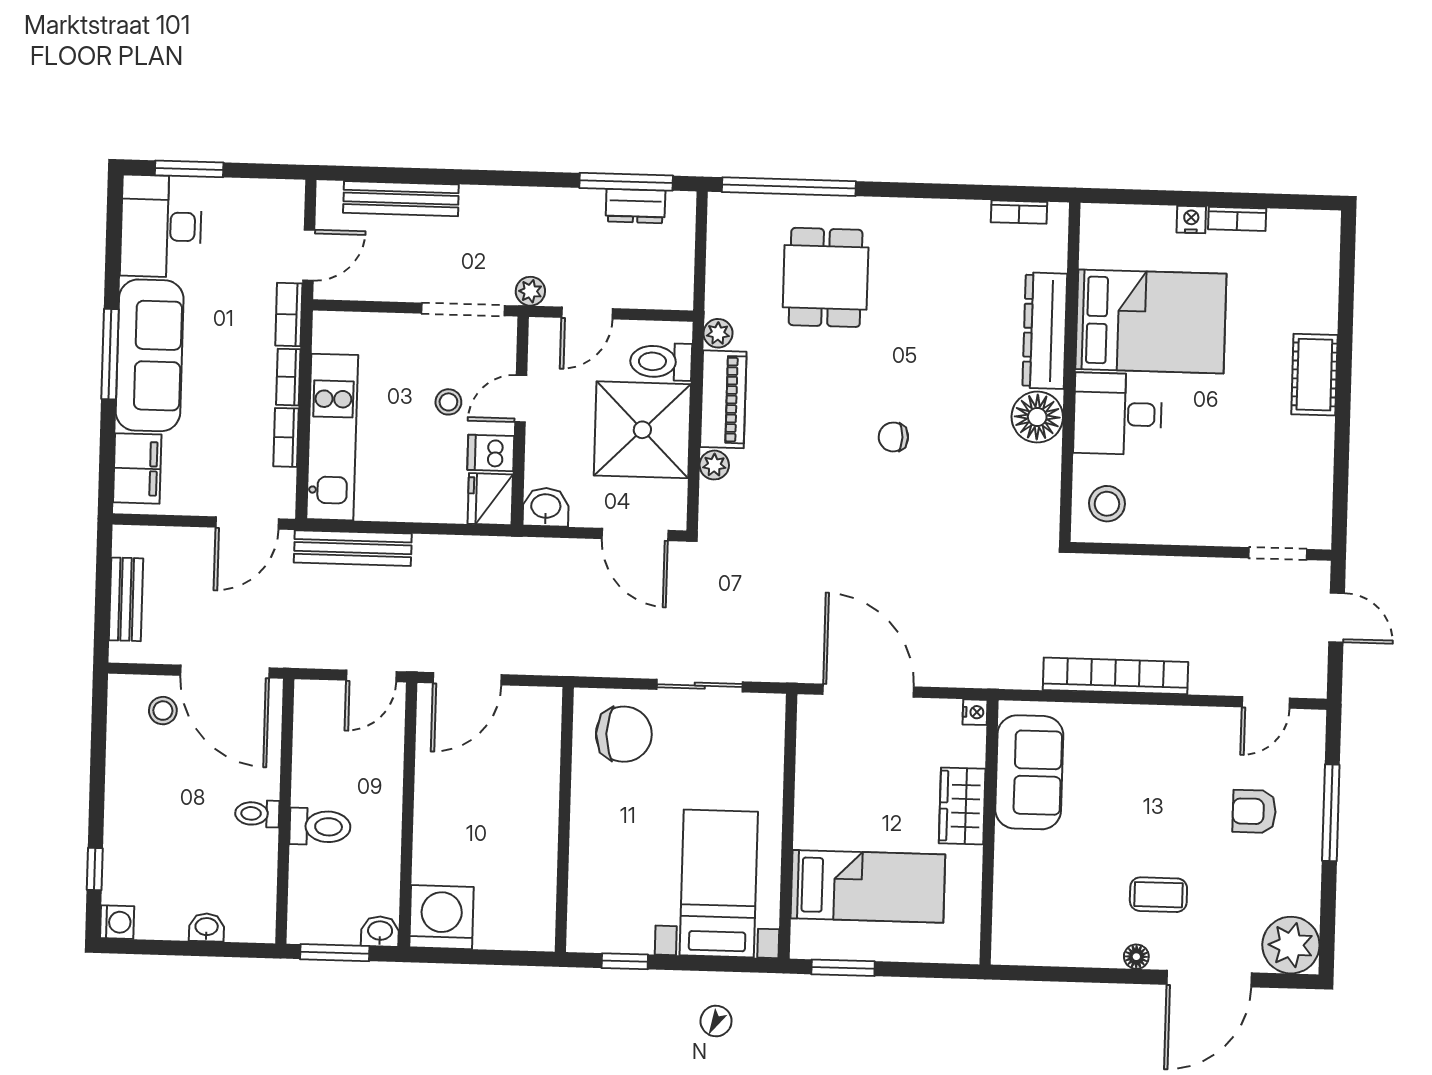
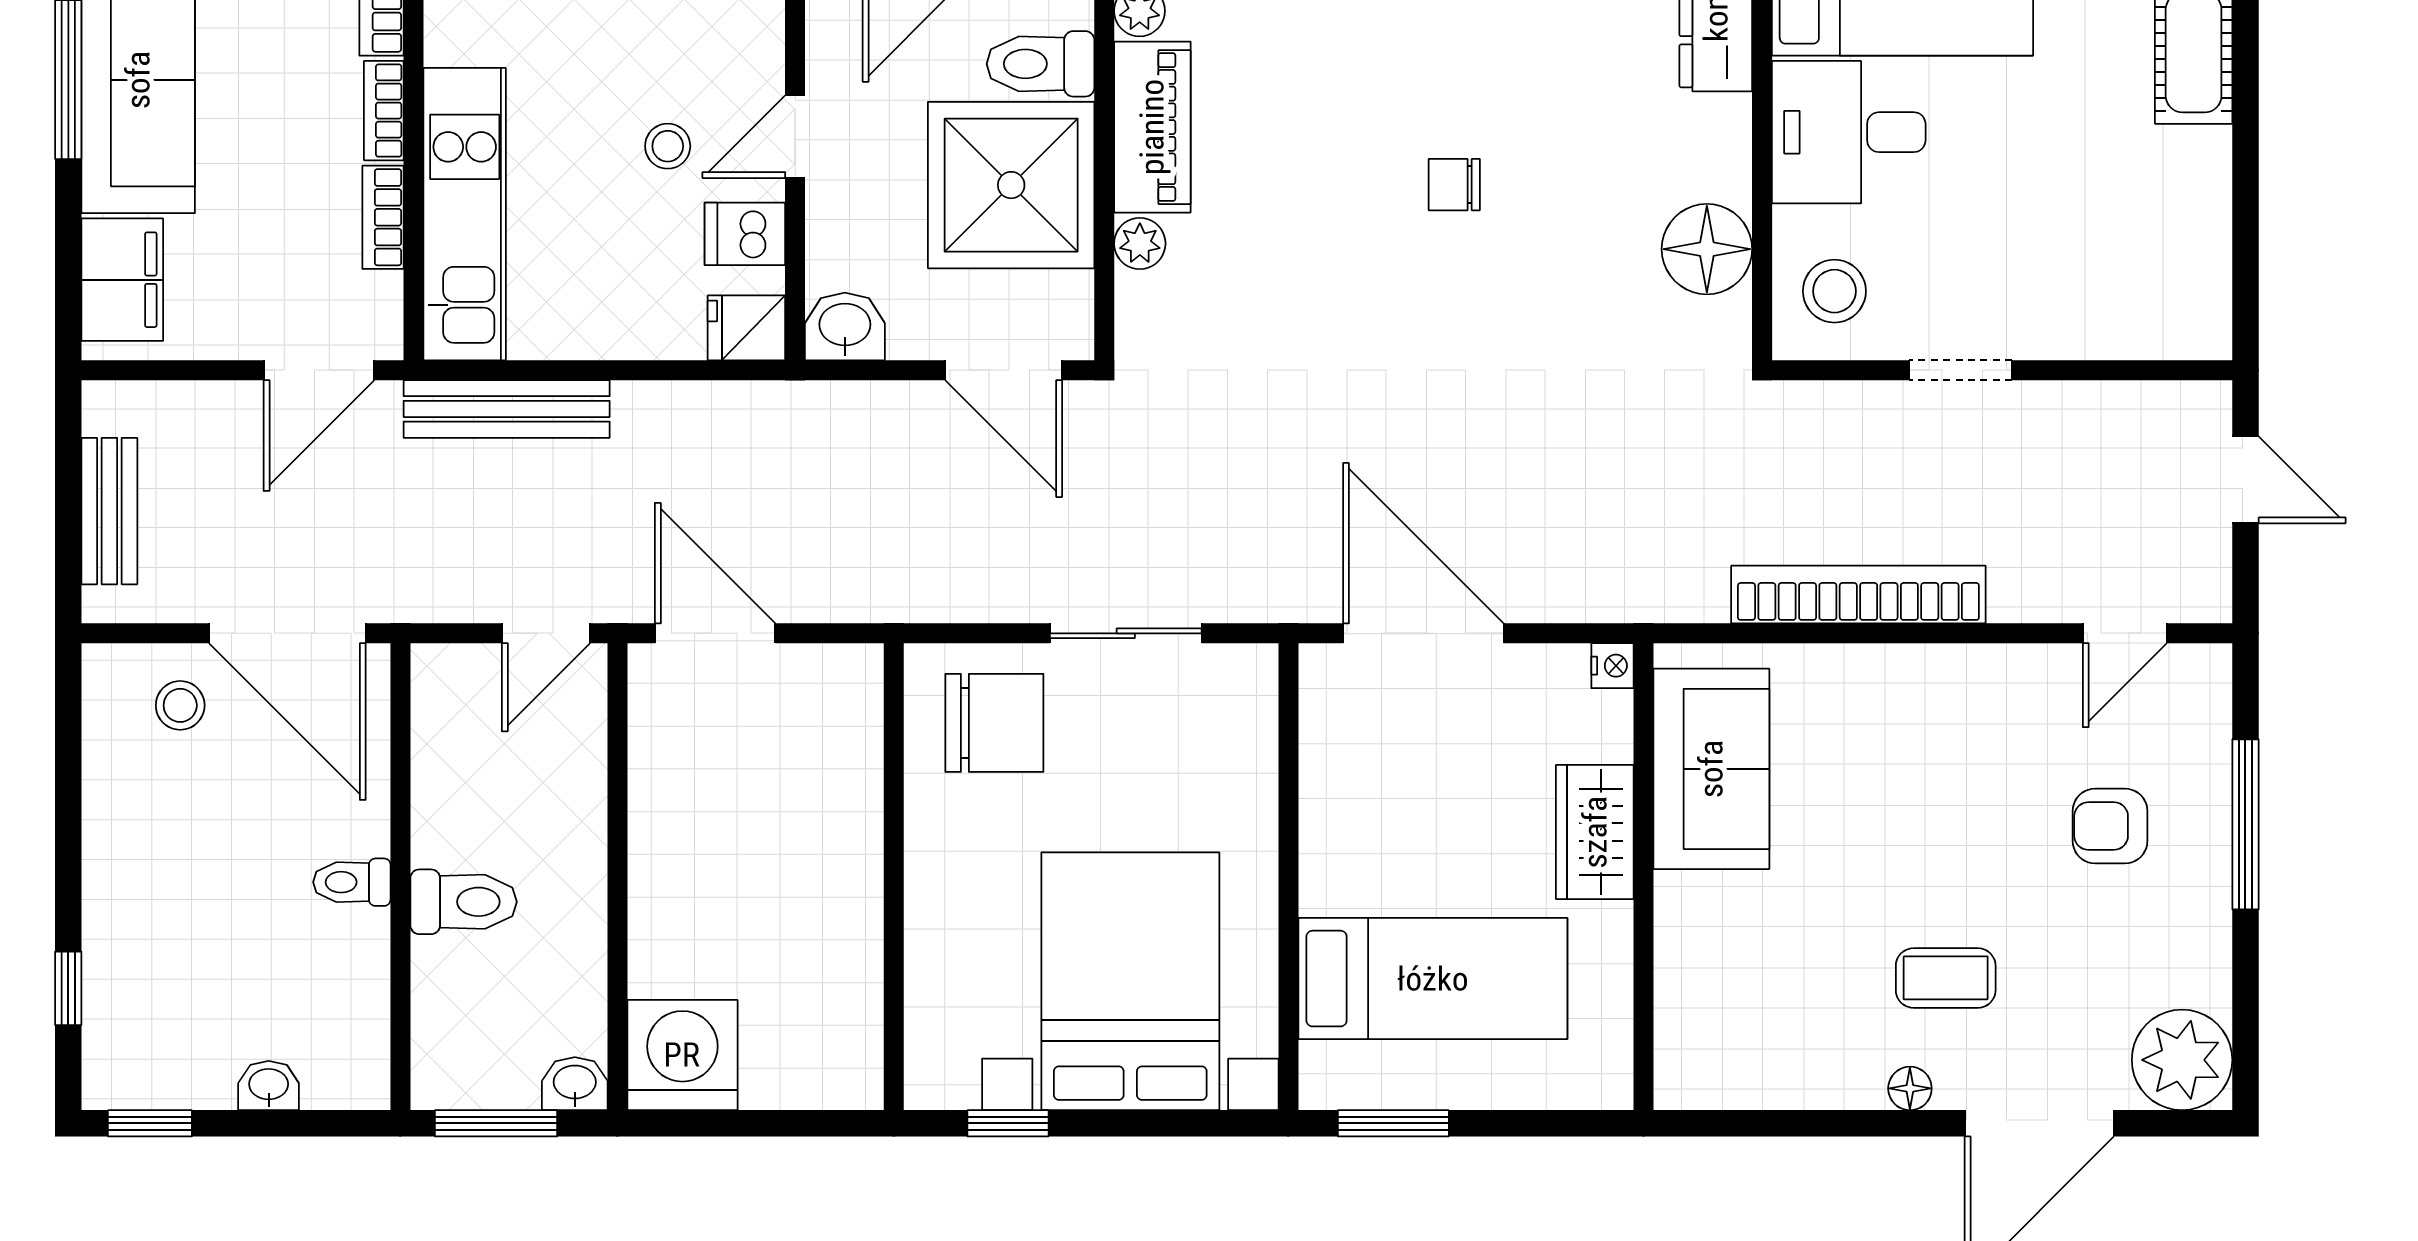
floor lamp: (1037, 417) -> (1707, 249), moved
fridge: (490, 499) -> (746, 328), width x0.72
doorway: (1278, 554) -> (1961, 370), moved
door: (467, 679) -> (715, 633), swing flipped
bed with nightstands: (719, 883) -> (1130, 981), width x1.36
washing machine: (117, 922) -> (111, 1081), removed
window: (139, 947) -> (150, 1123), added

